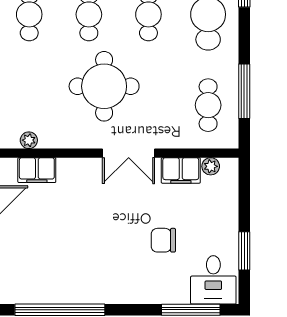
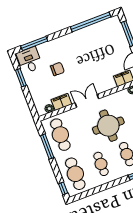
cafe table: (208, 105) -> (60, 135), width x1.37, depth x1.35

